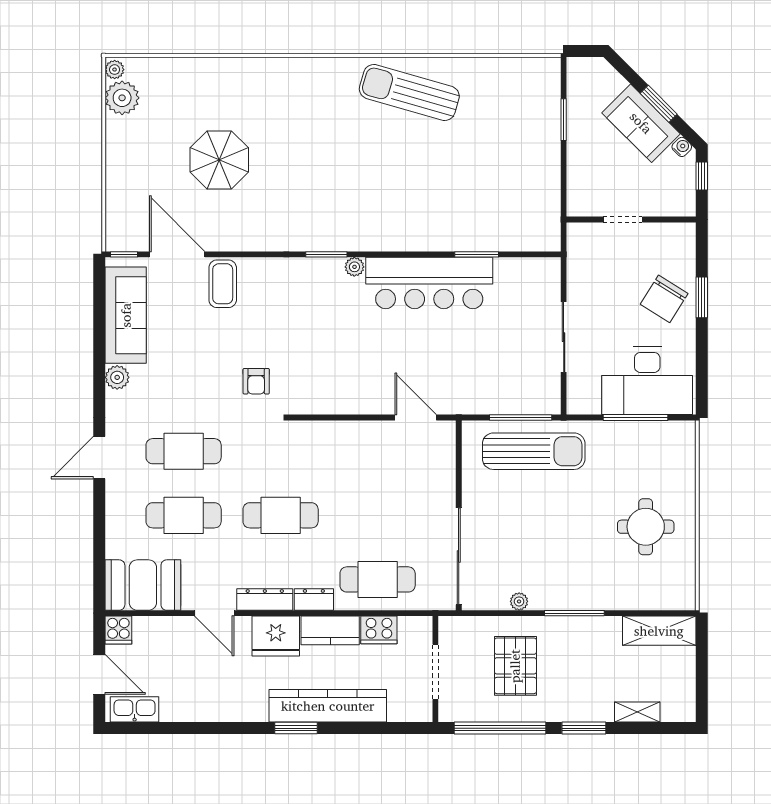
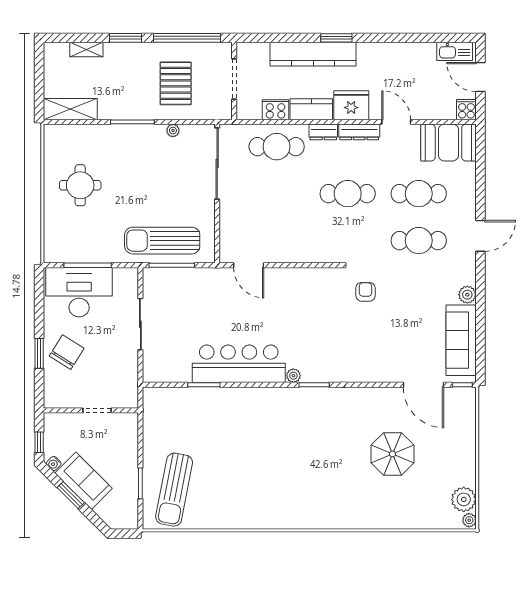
sun lounger: (409, 93) -> (174, 490), moved, turned 85
coffee table: (223, 284) -> (390, 363), removed

